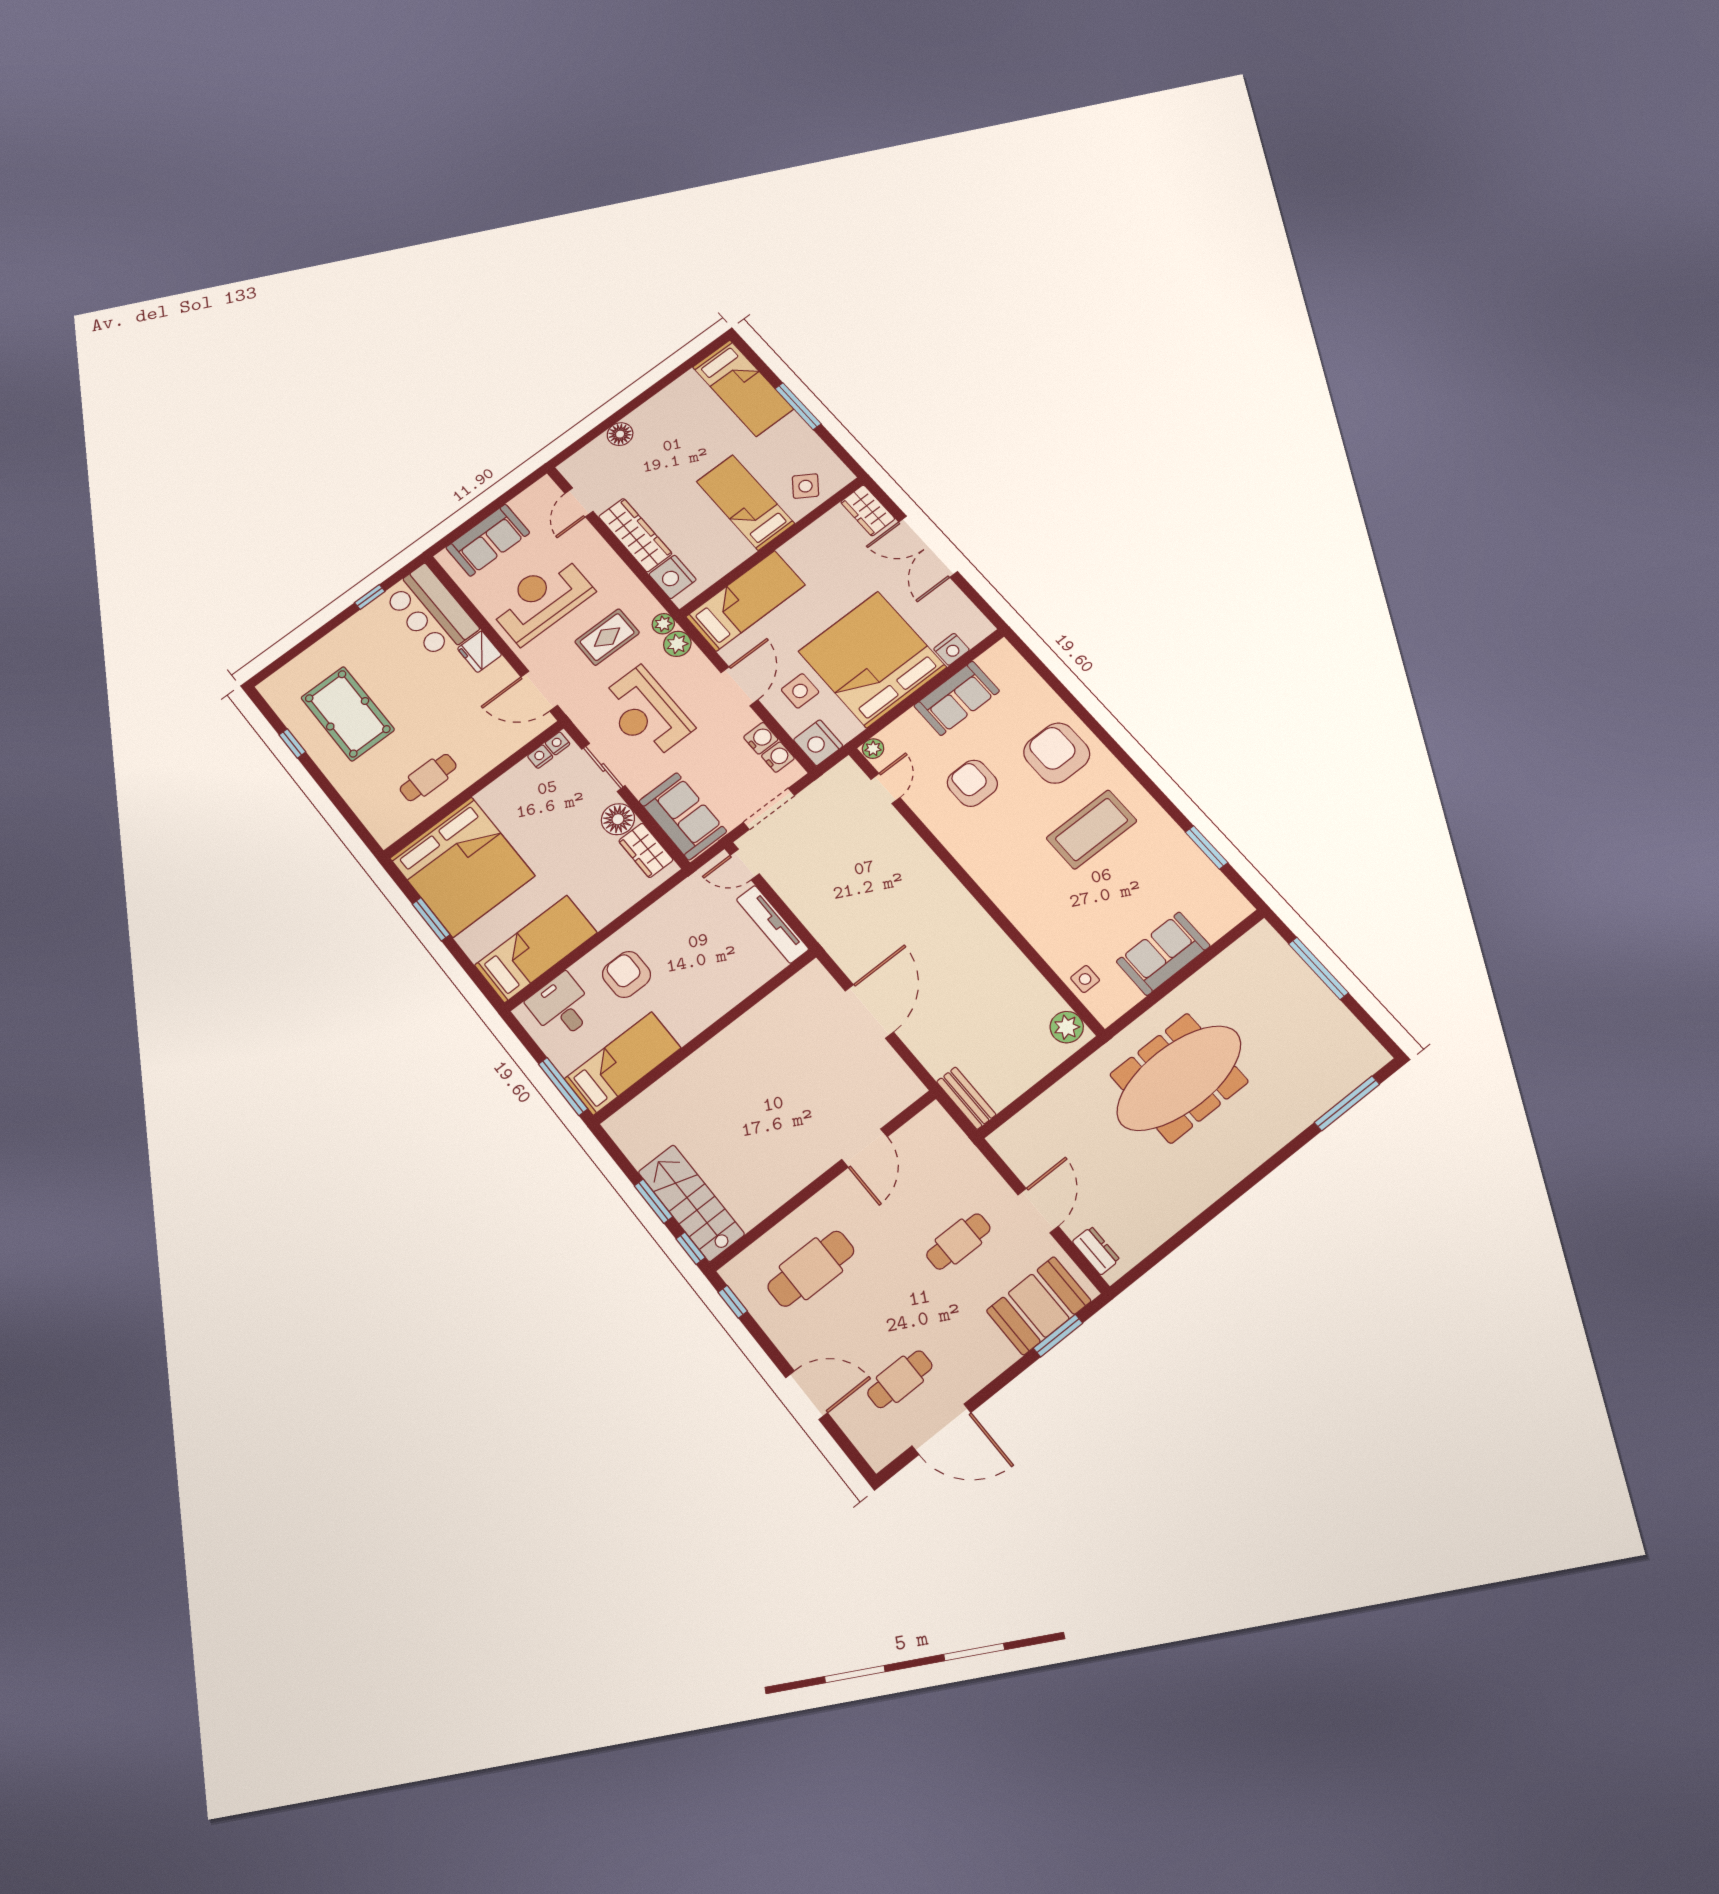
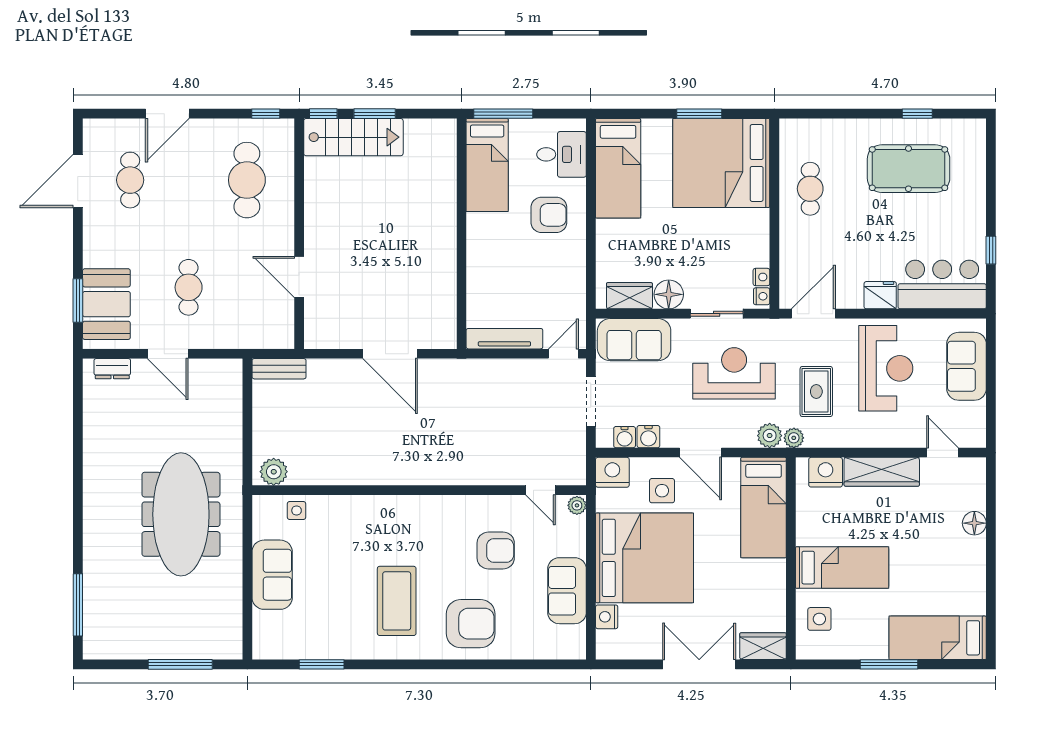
side table: (805, 486) -> (819, 619), turned -35

